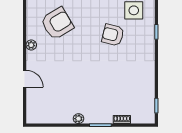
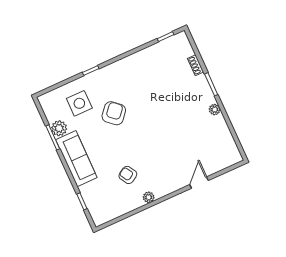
armchair: (57, 23) -> (128, 175), width x0.53, depth x0.53
armchair: (113, 35) -> (114, 113), turned -153
plant: (31, 45) -> (149, 197), moved

